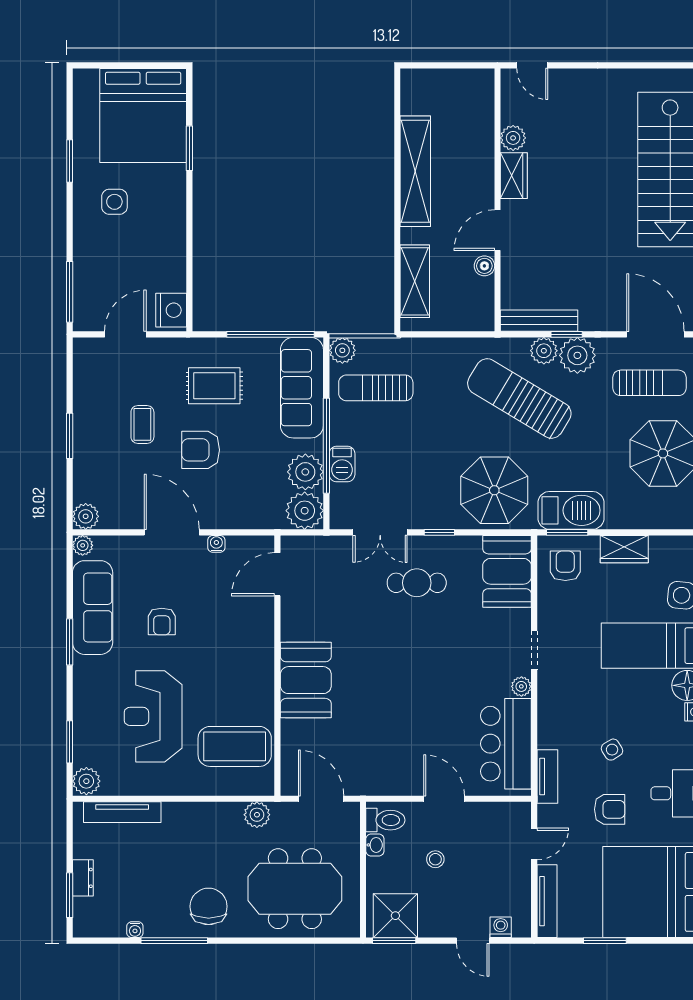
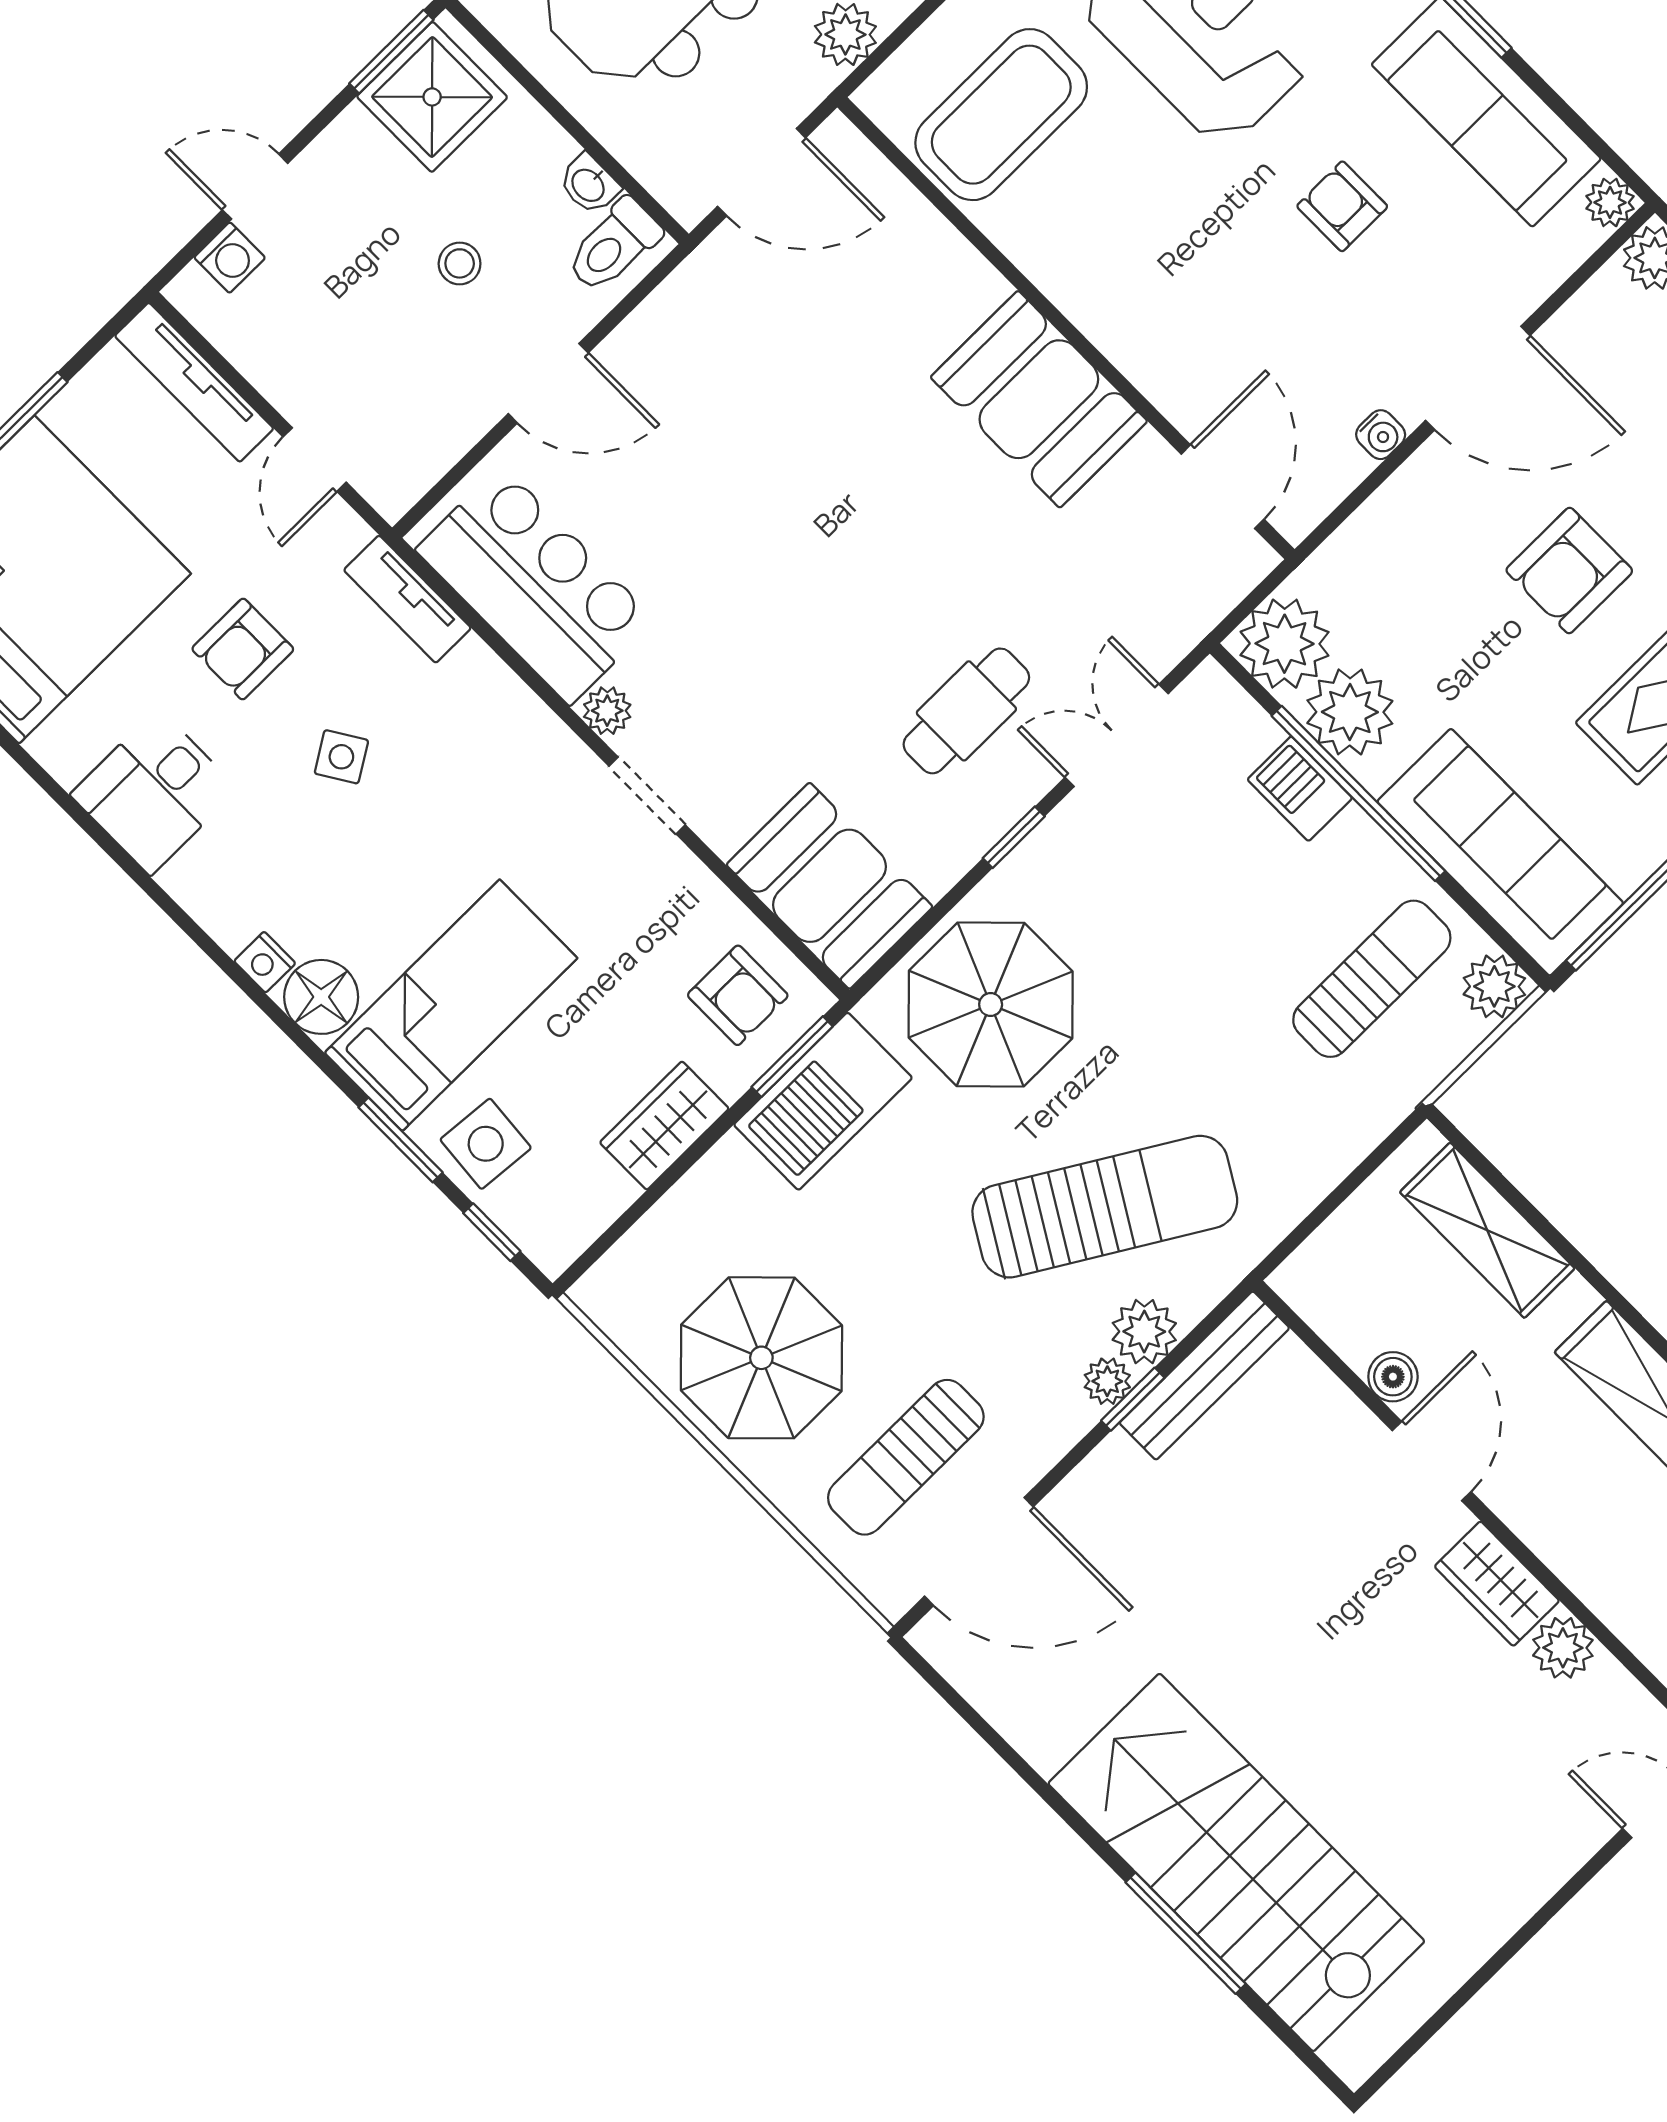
plant: (577, 355) -> (1107, 1381), width x0.53, depth x0.53
armchair: (201, 450) -> (1569, 571), turned 180
booth: (306, 680) -> (1039, 399), moved

